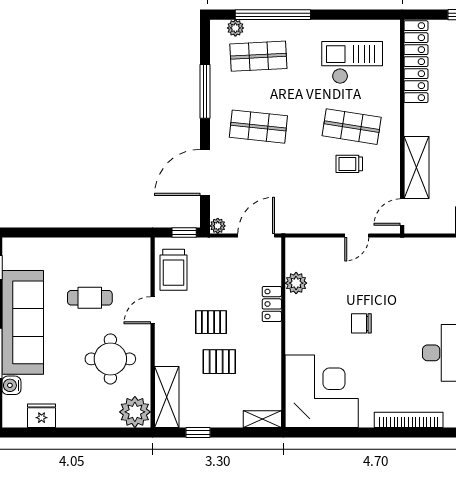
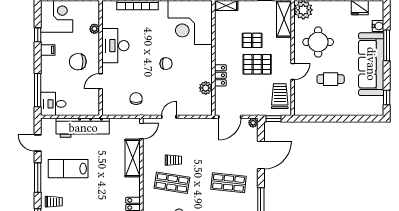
chair: (411, 266) -> (136, 99), added
pallet: (211, 322) -> (257, 64), width x1.50, depth x1.42

